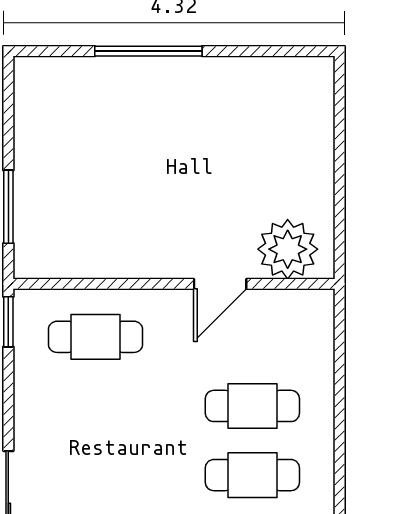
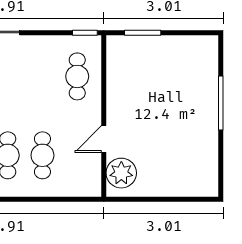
door: (220, 284) -> (104, 139), hinge flipped

